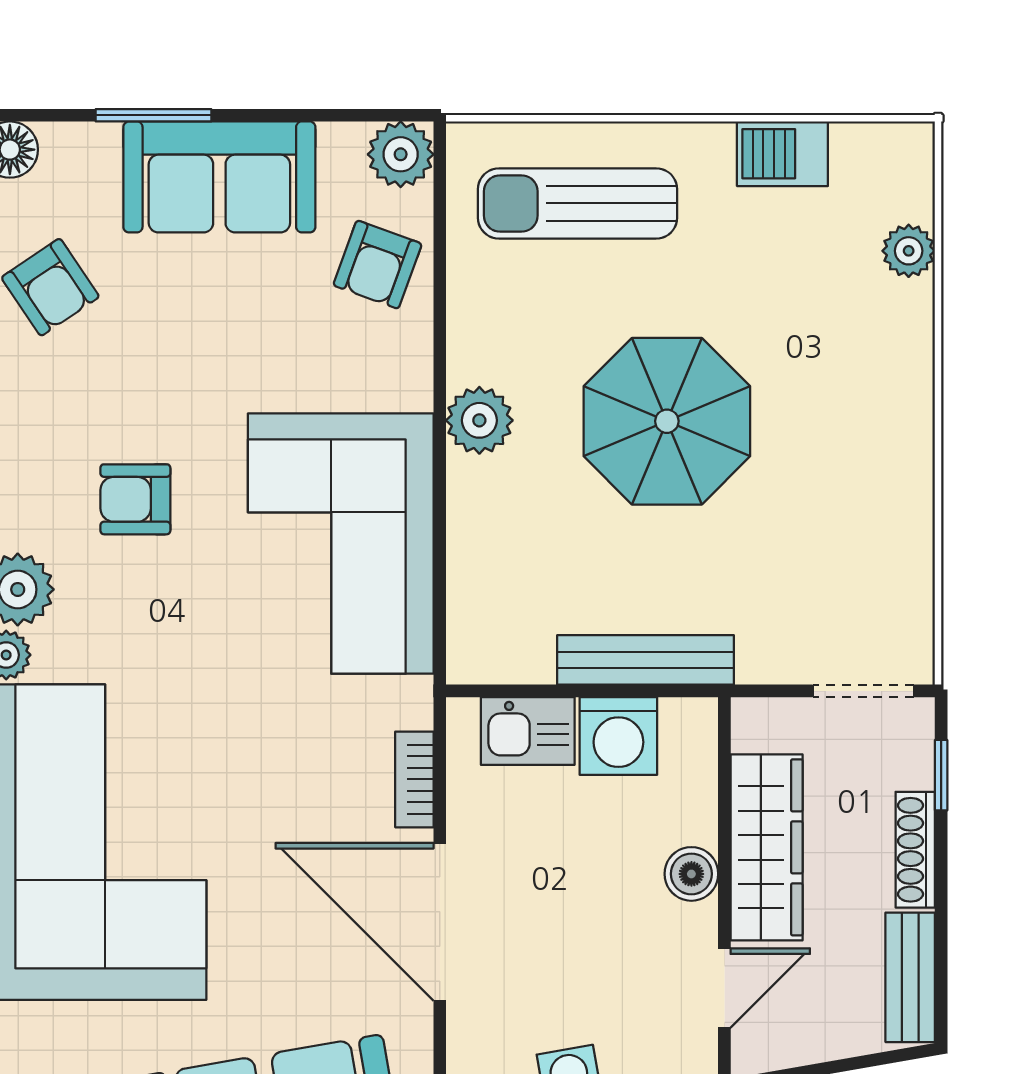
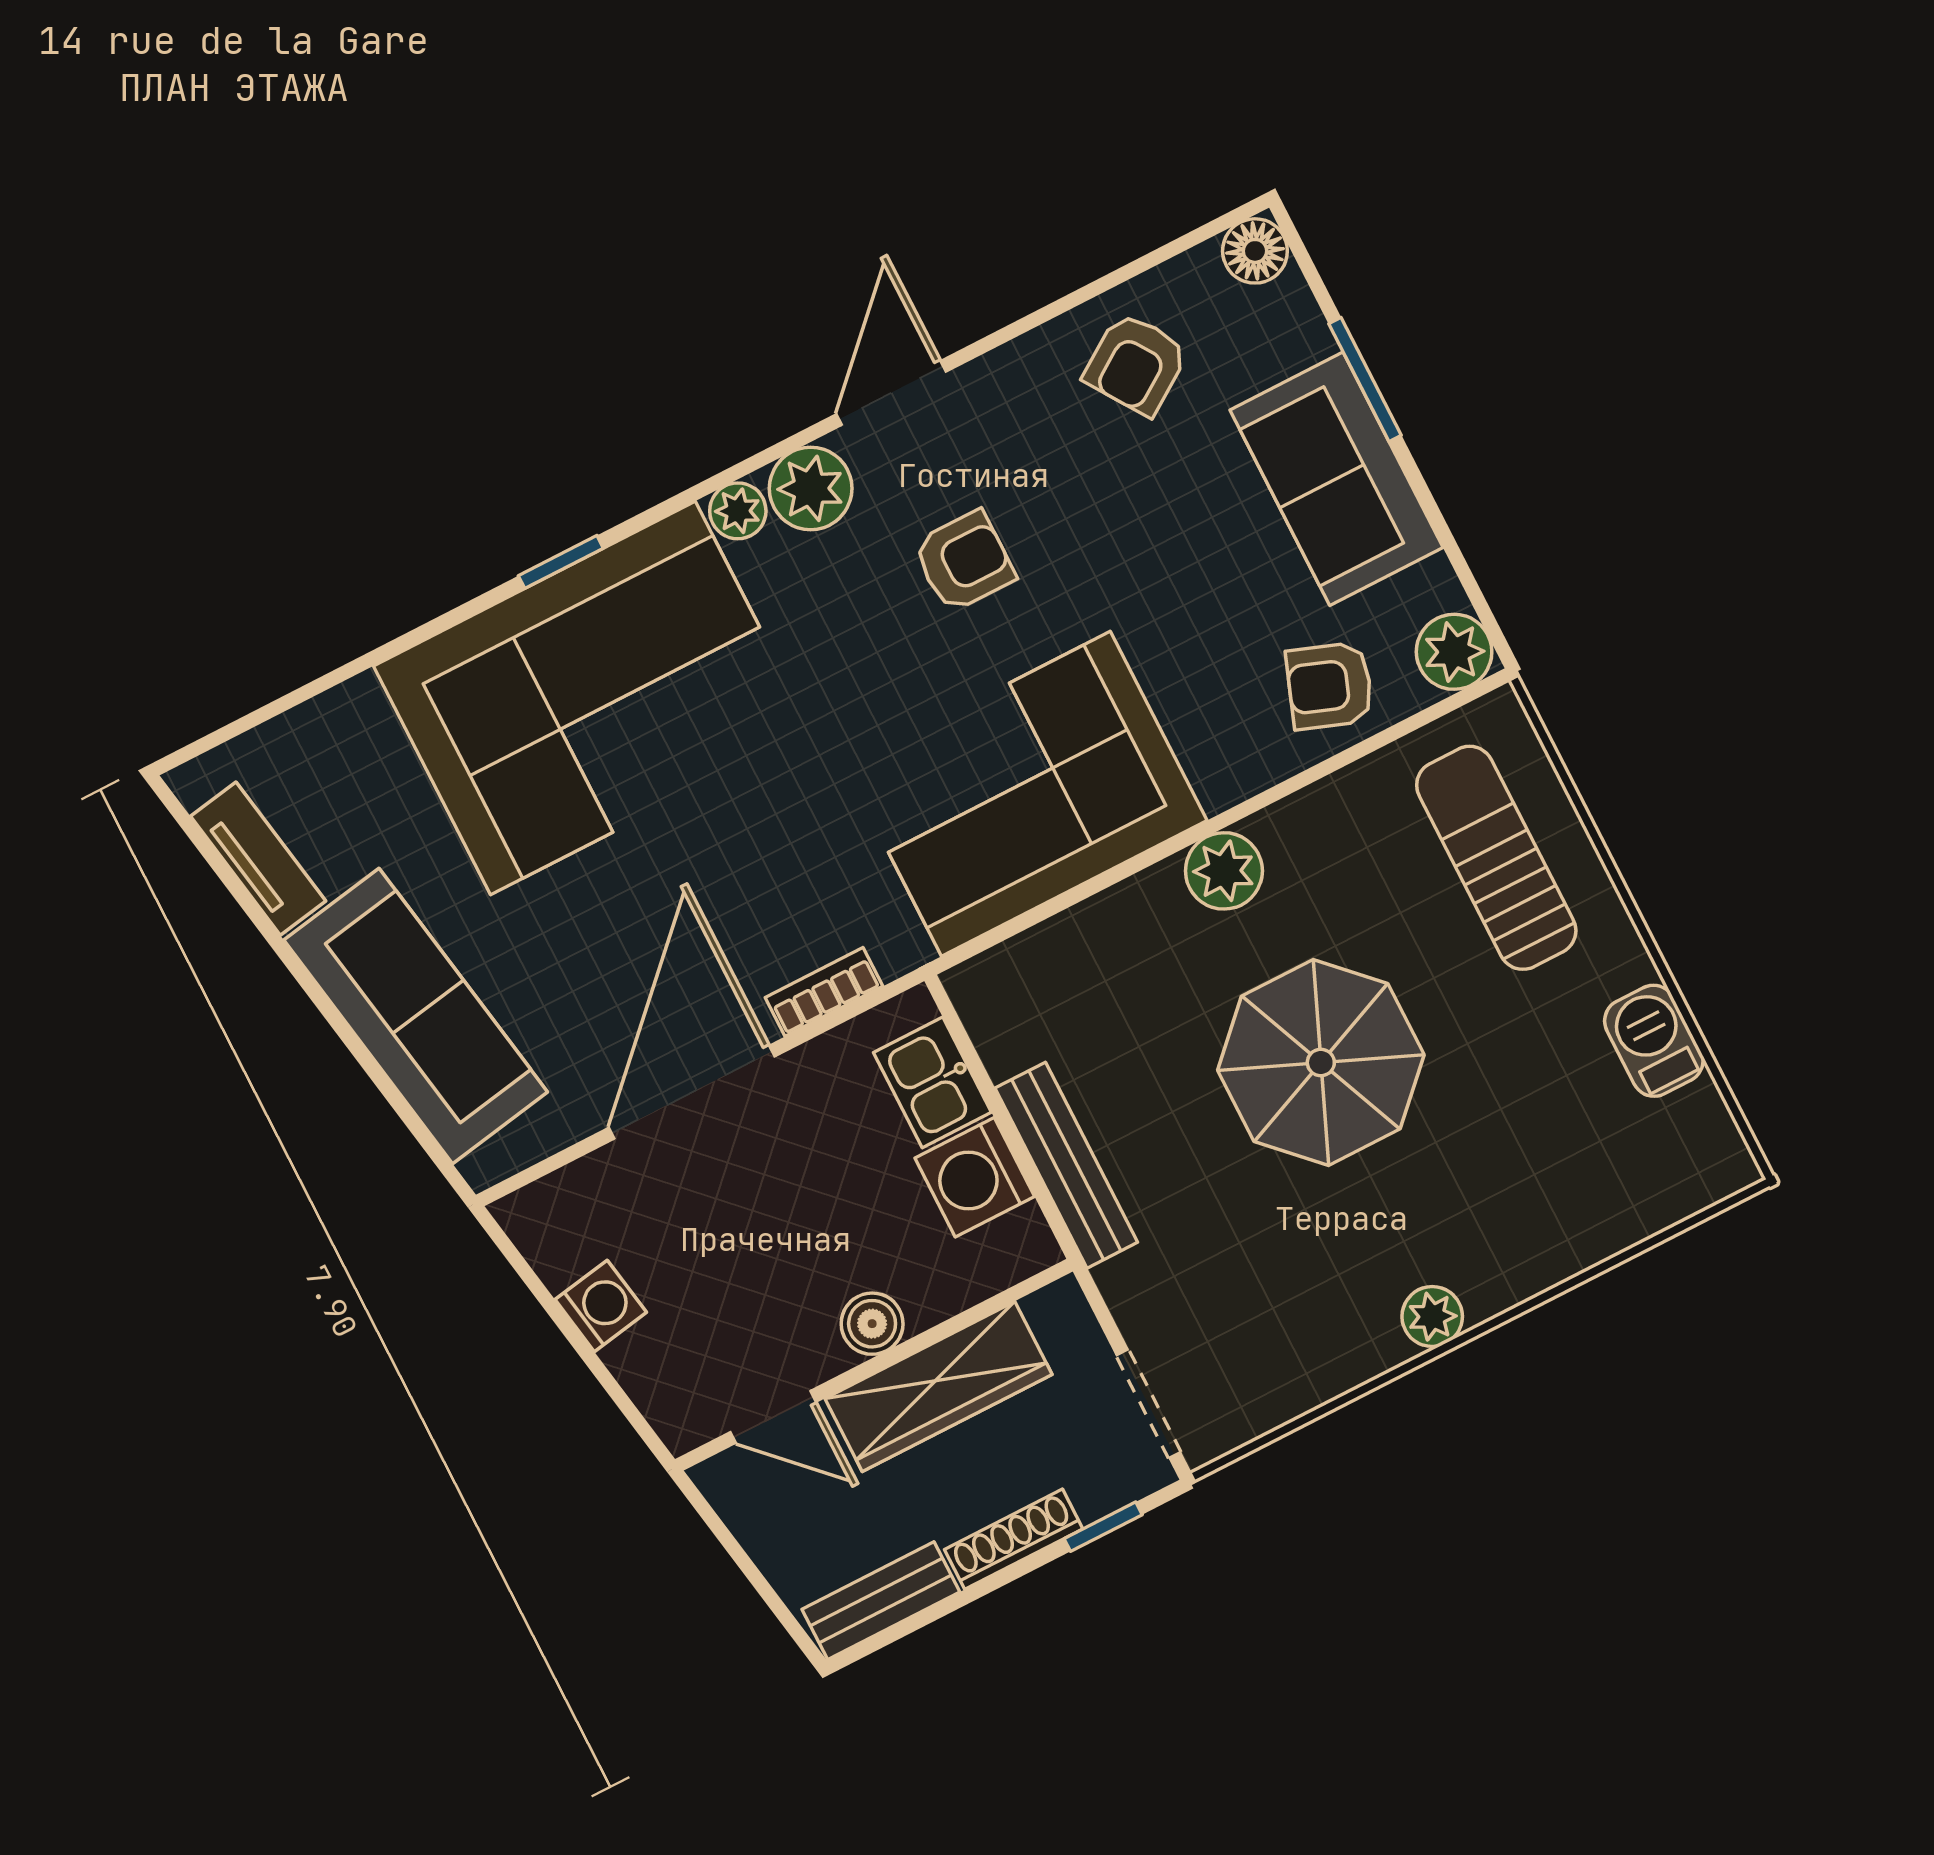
plant: (909, 251) -> (1432, 1317), moved
armchair: (135, 499) -> (964, 561), turned 90

